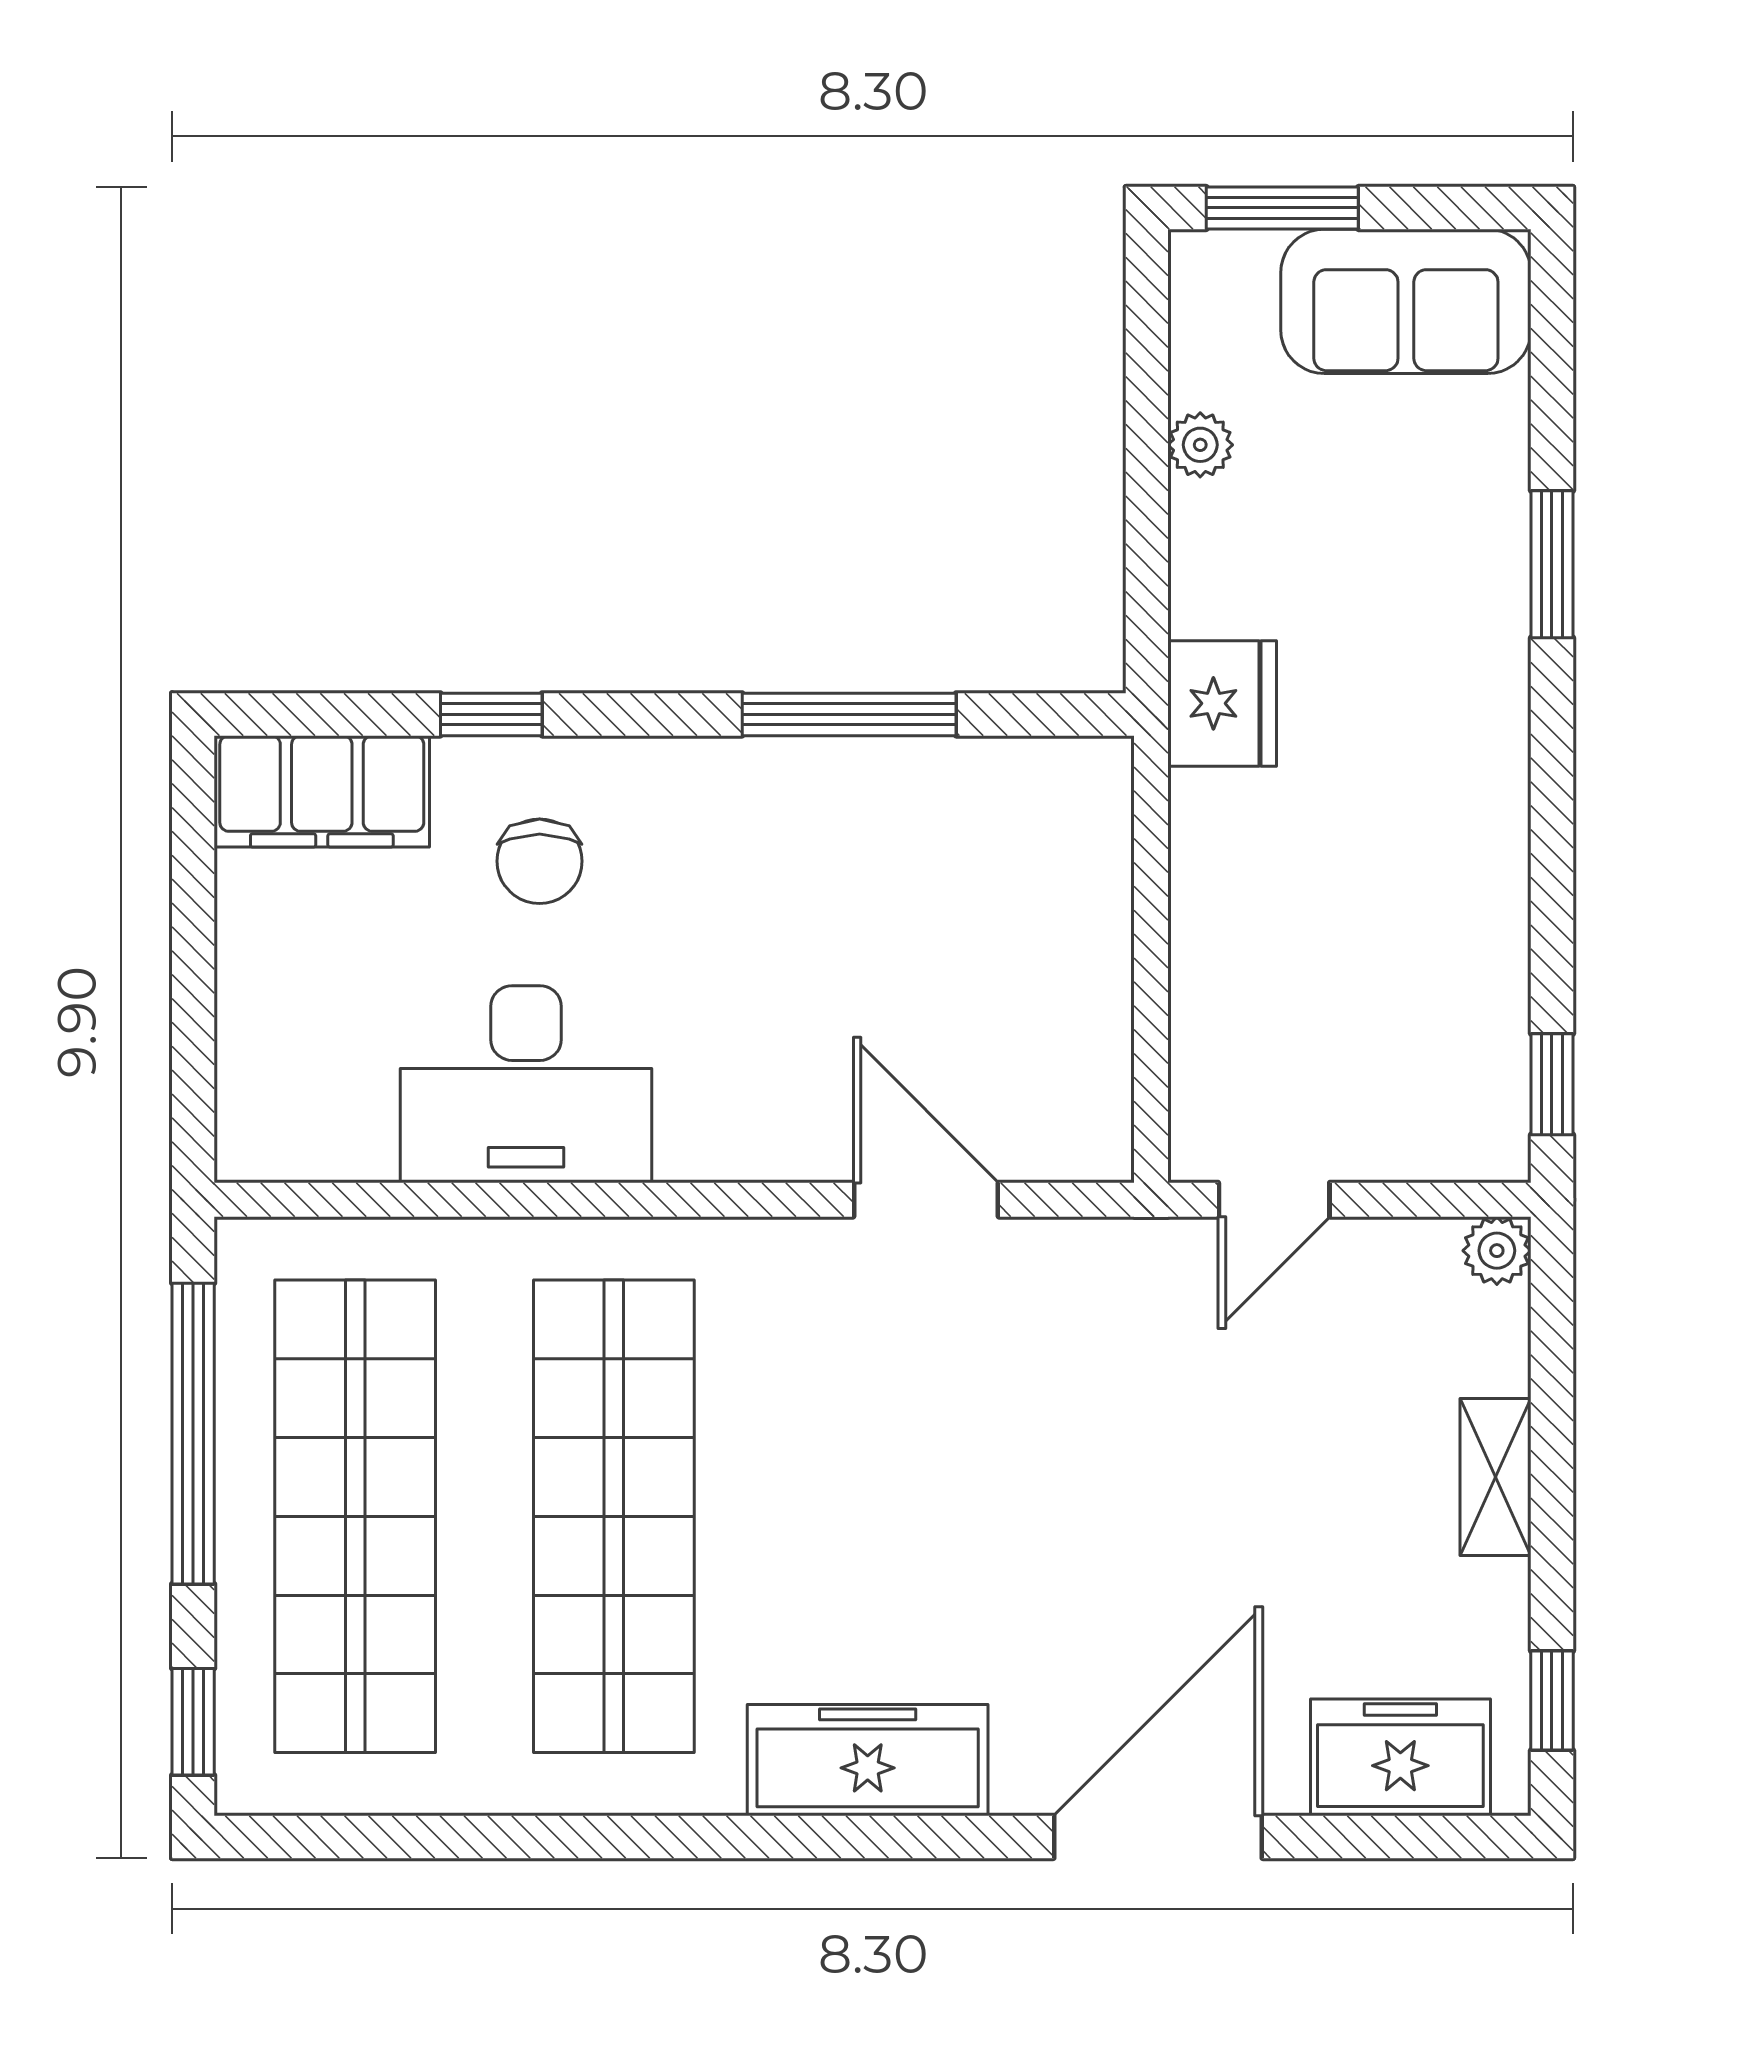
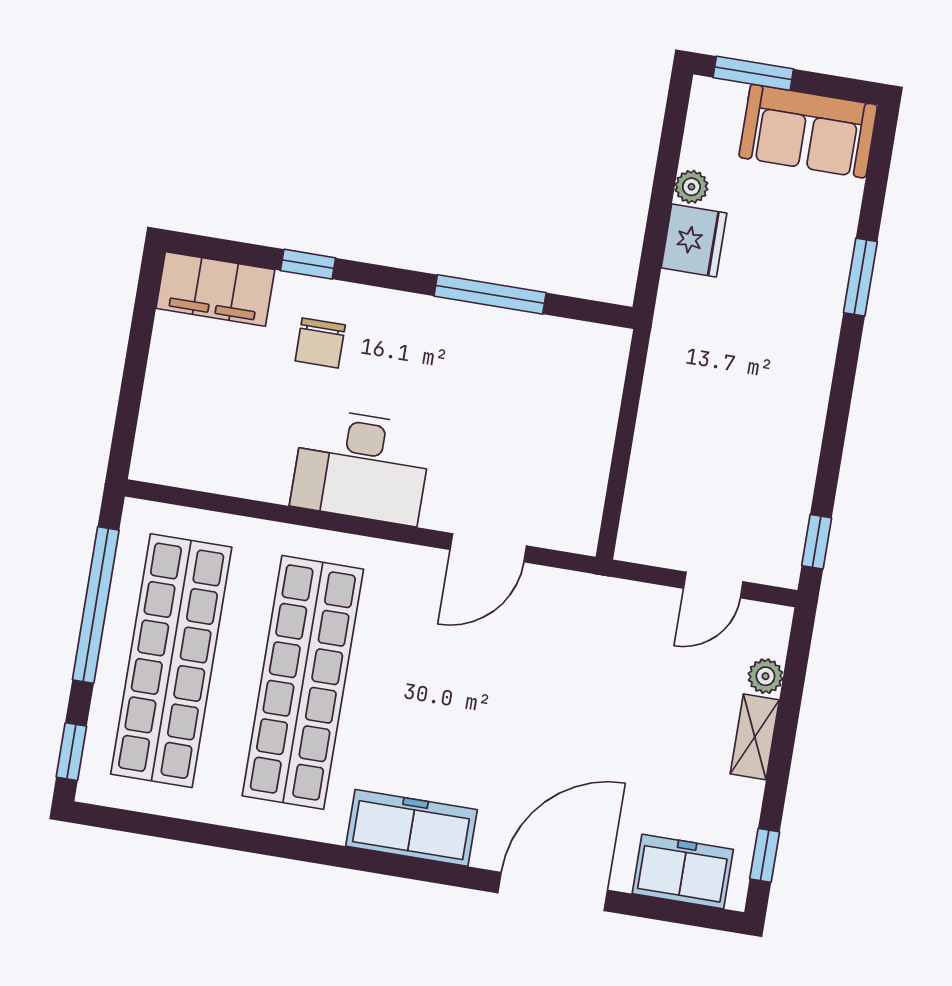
fridge: (1222, 703) -> (694, 240), moved
desk: (526, 1084) -> (361, 466), moved
door: (926, 1200) -> (488, 548), swing flipped
door: (1274, 1200) -> (713, 585), moved
plant: (1497, 1251) -> (765, 676), moved

